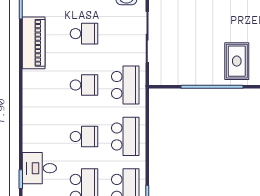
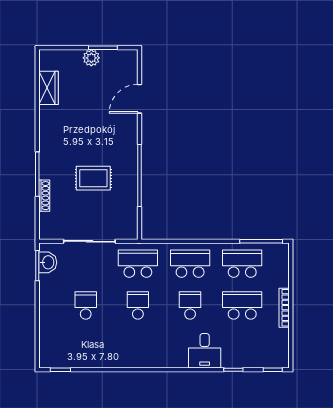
piano: (34, 43) -> (95, 357), removed
rug: (237, 61) -> (93, 178), moved
desk: (39, 168) -> (205, 351), moved

